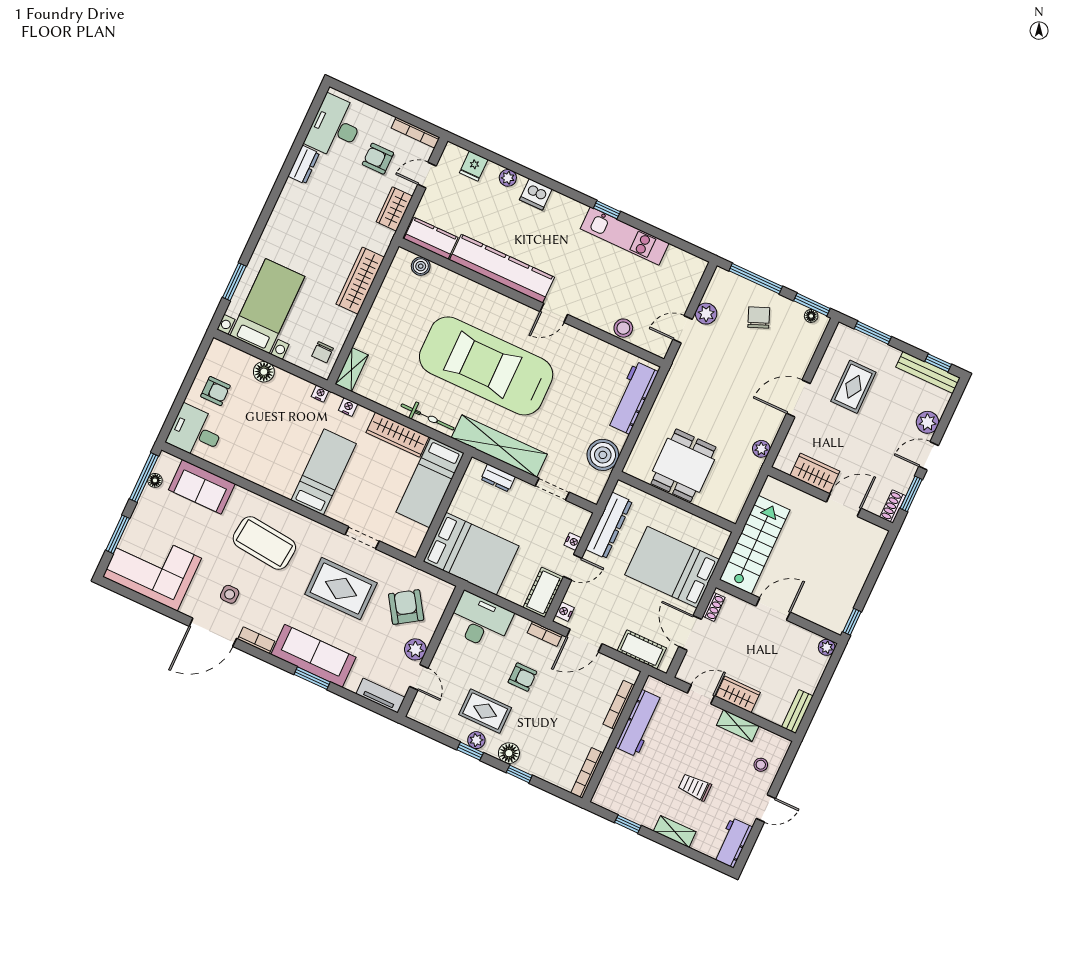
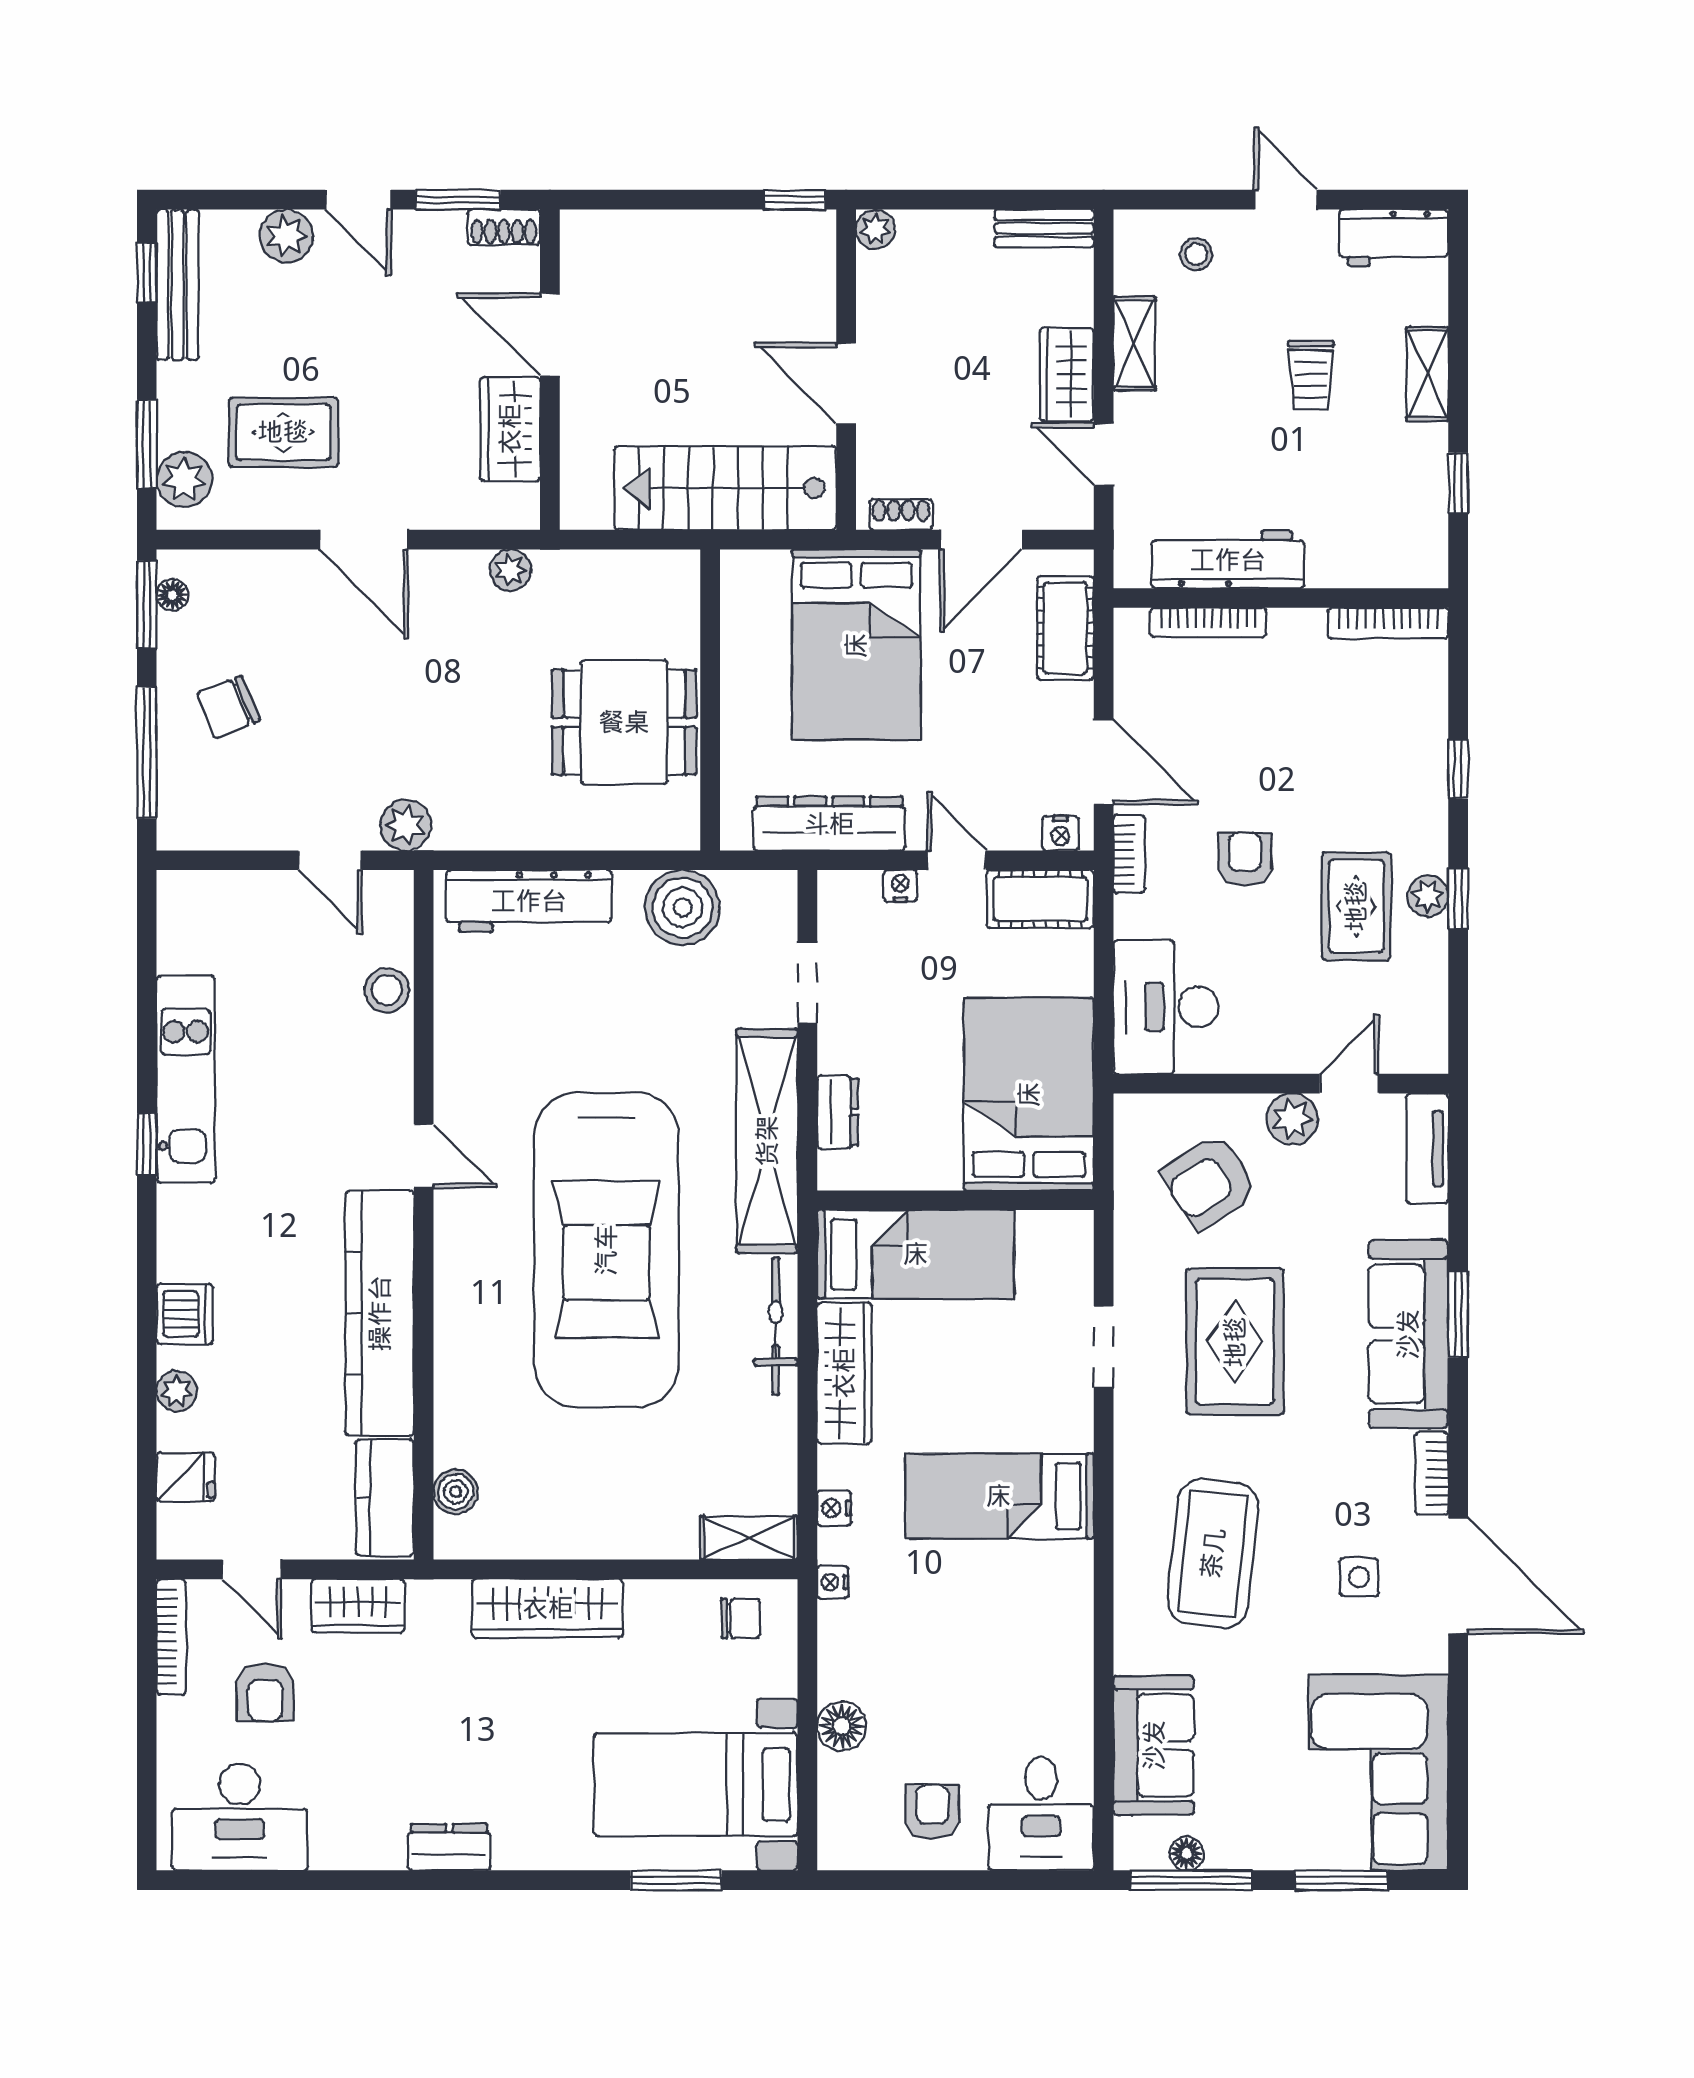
dresser: (304, 165) -> (449, 1847), moved
plant: (706, 314) -> (406, 825), moved
plant: (853, 341) -> (184, 479), added
floor lamp: (509, 753) -> (1423, 812), removed

